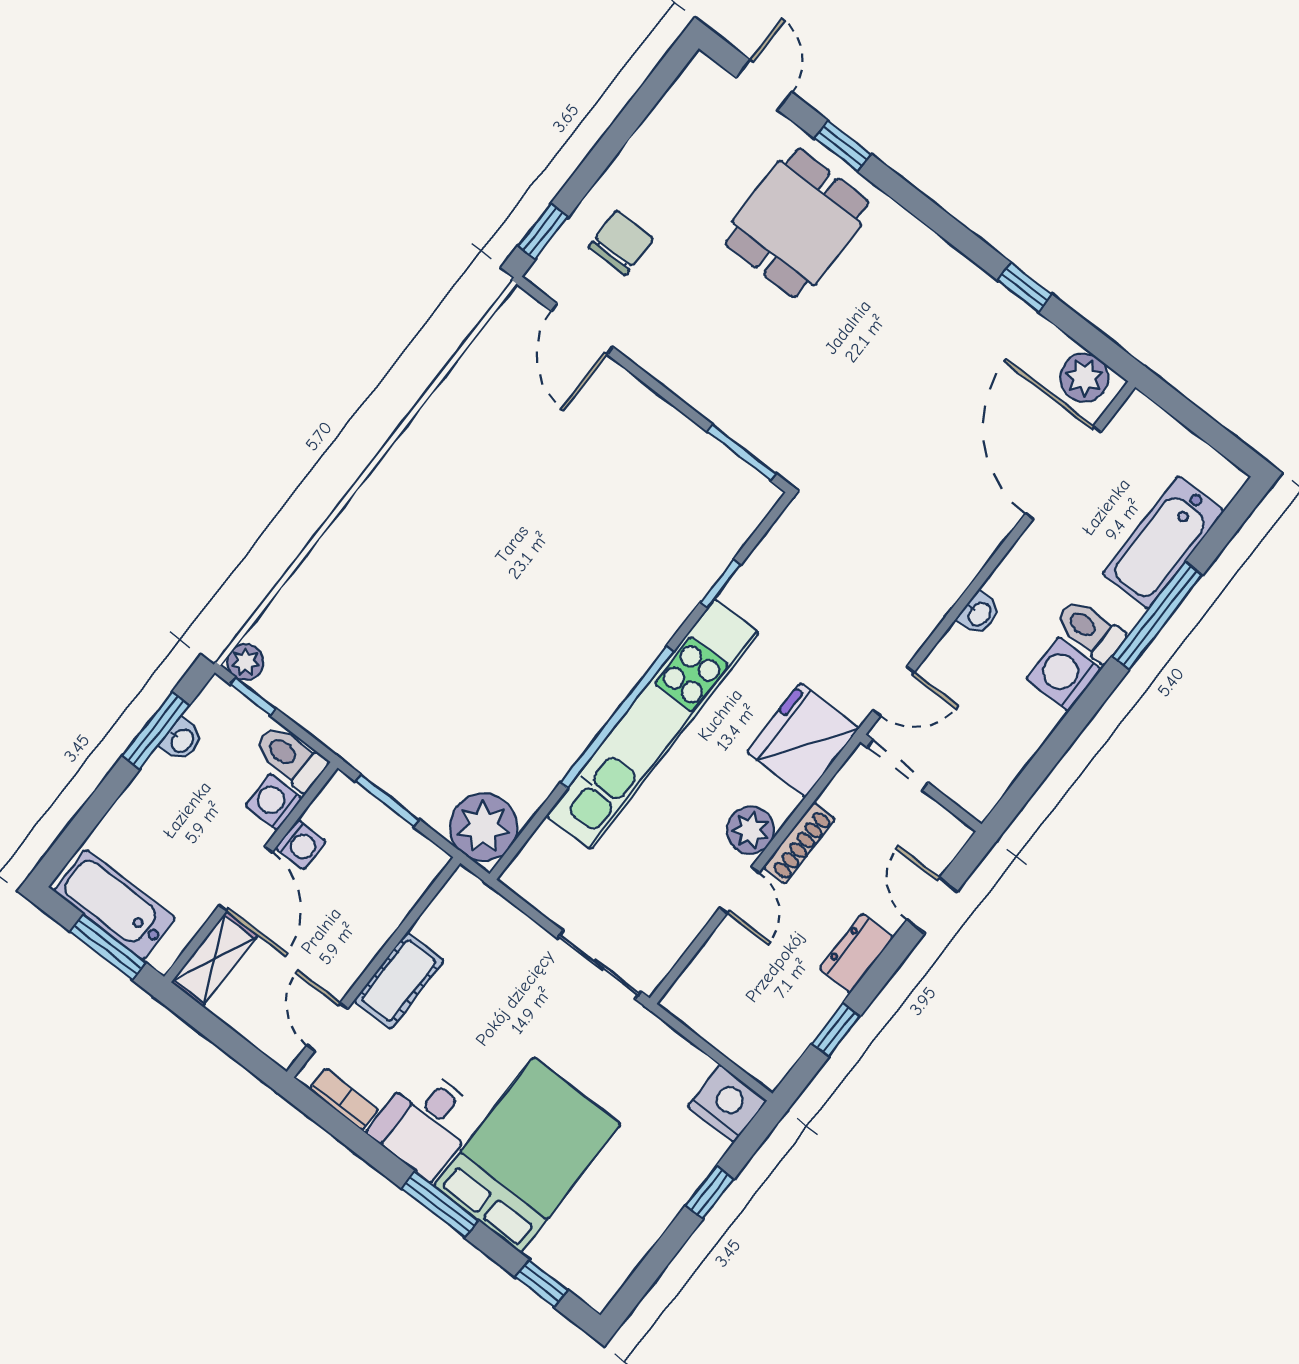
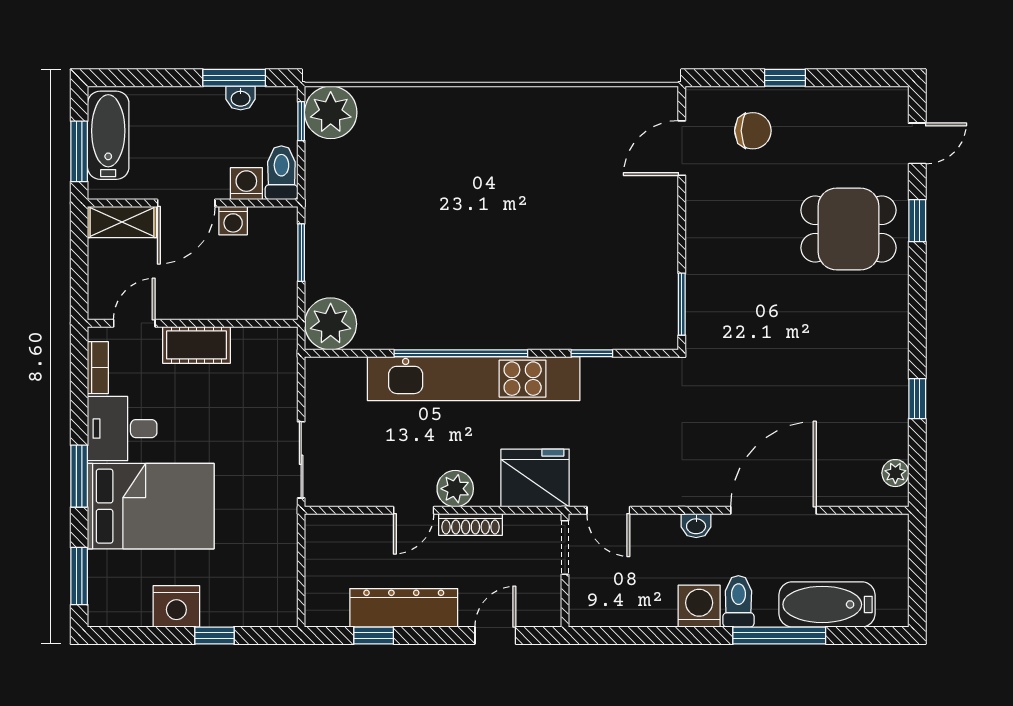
window: (543, 232) -> (785, 78), moved
plant: (1084, 378) -> (895, 473), width x0.73, depth x0.73
door: (1063, 473) -> (773, 510), moved
plant: (245, 662) -> (331, 112), width x1.88, depth x1.88
dresser: (856, 953) -> (404, 608), width x1.96, depth x1.24
nightstand: (727, 1104) -> (176, 606), moved, turned 90
window: (542, 1284) -> (79, 576), width x1.50

